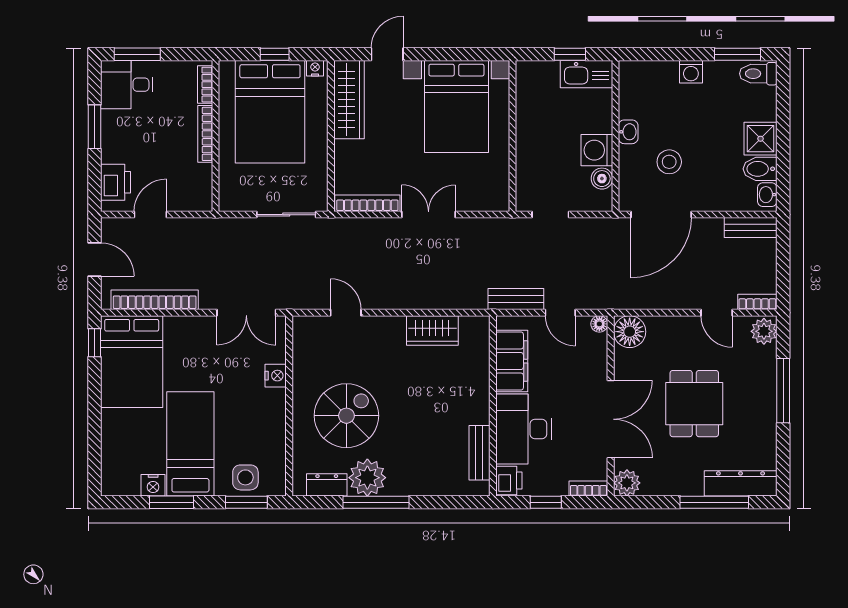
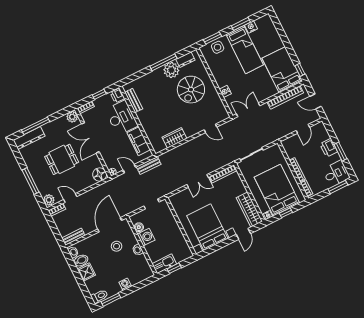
printer: (116, 182) -> (329, 148), moved
dining table: (694, 404) -> (62, 159), turned 90

